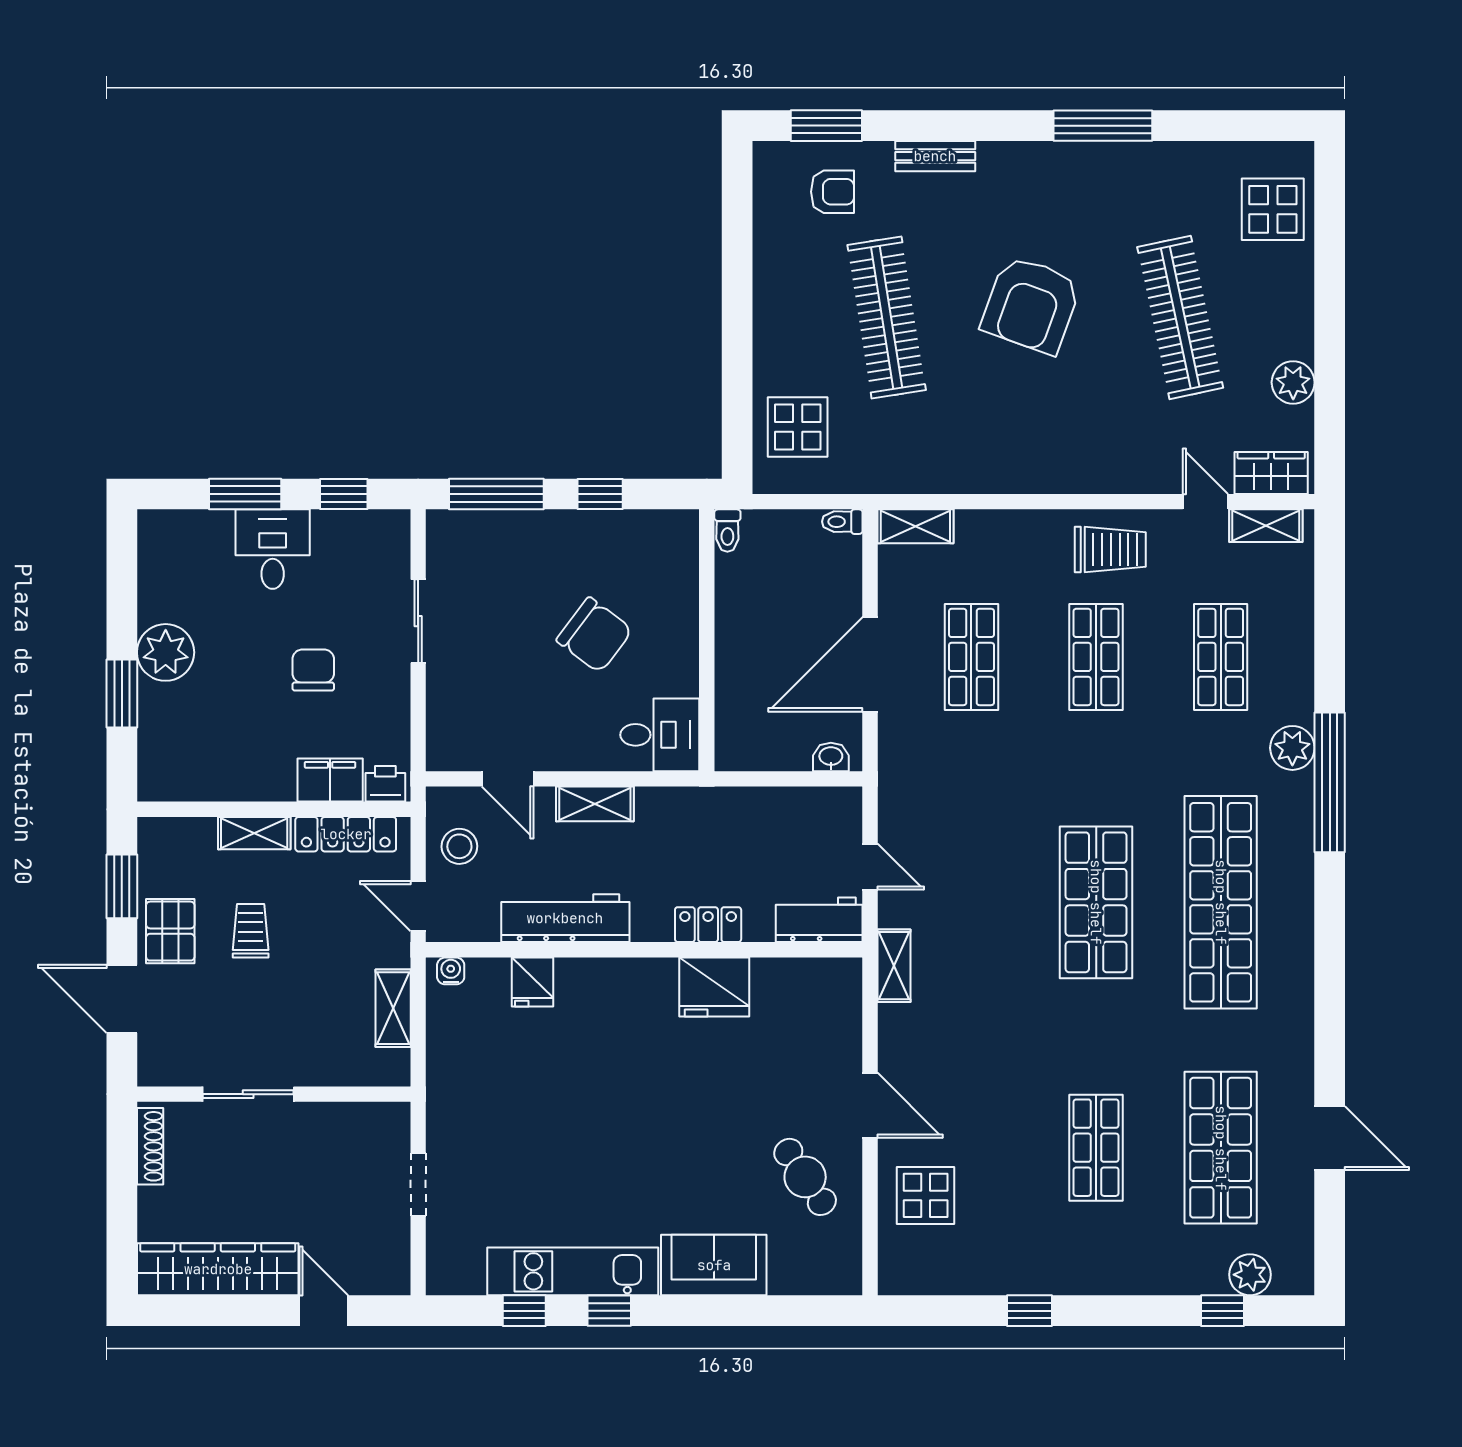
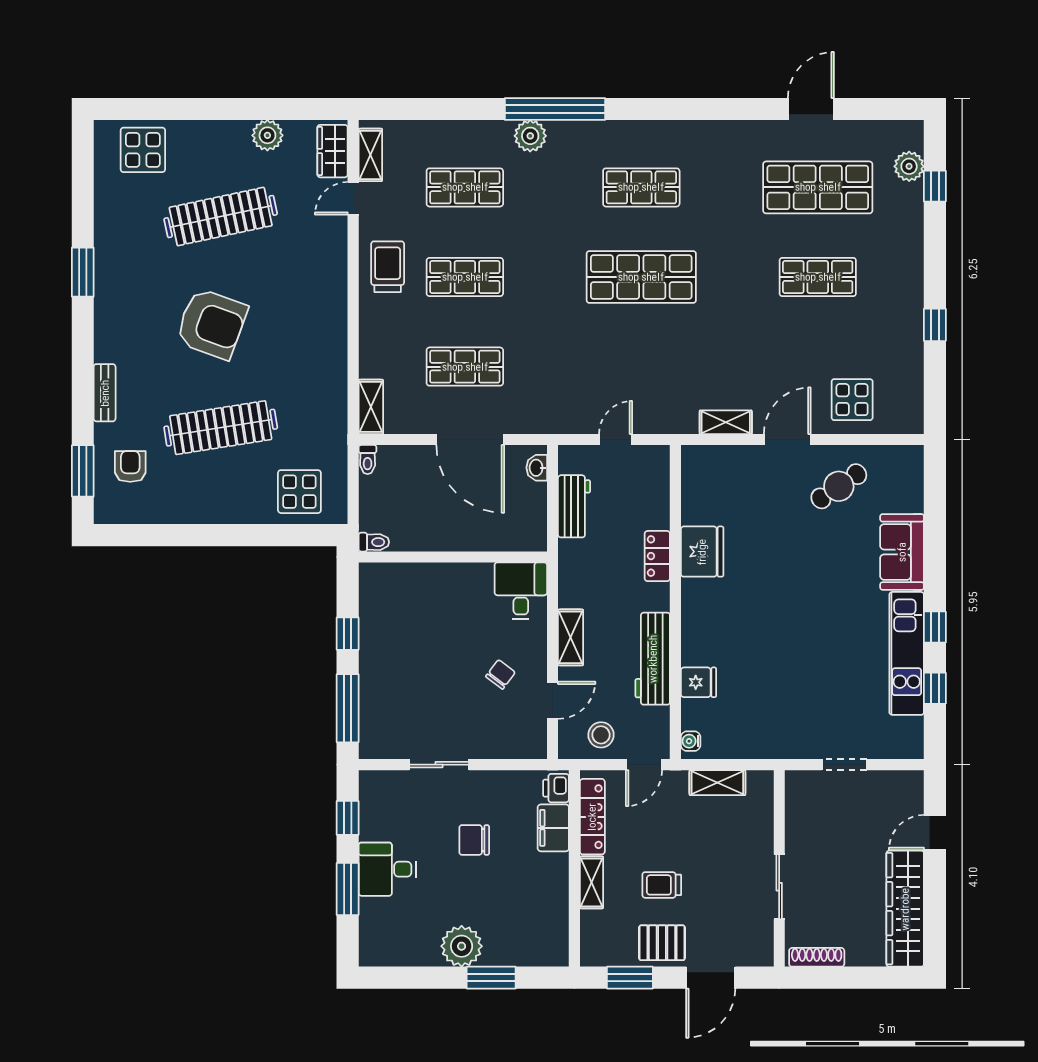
window: (1103, 126) -> (83, 272), width x0.69
chair: (594, 635) -> (500, 674), moved, width x0.54, depth x0.54
shop shelf: (1221, 902) -> (641, 187), width x0.50, depth x0.74
workbench: (819, 920) -> (574, 506), moved, turned 180
shelving: (894, 966) -> (726, 422), moved

